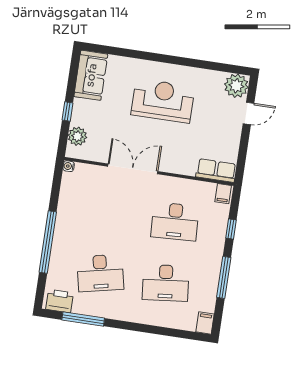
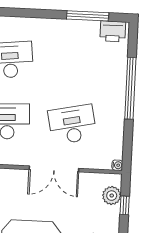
window: (67, 111) -> (125, 205), moved
desk: (100, 273) -> (72, 125), moved

